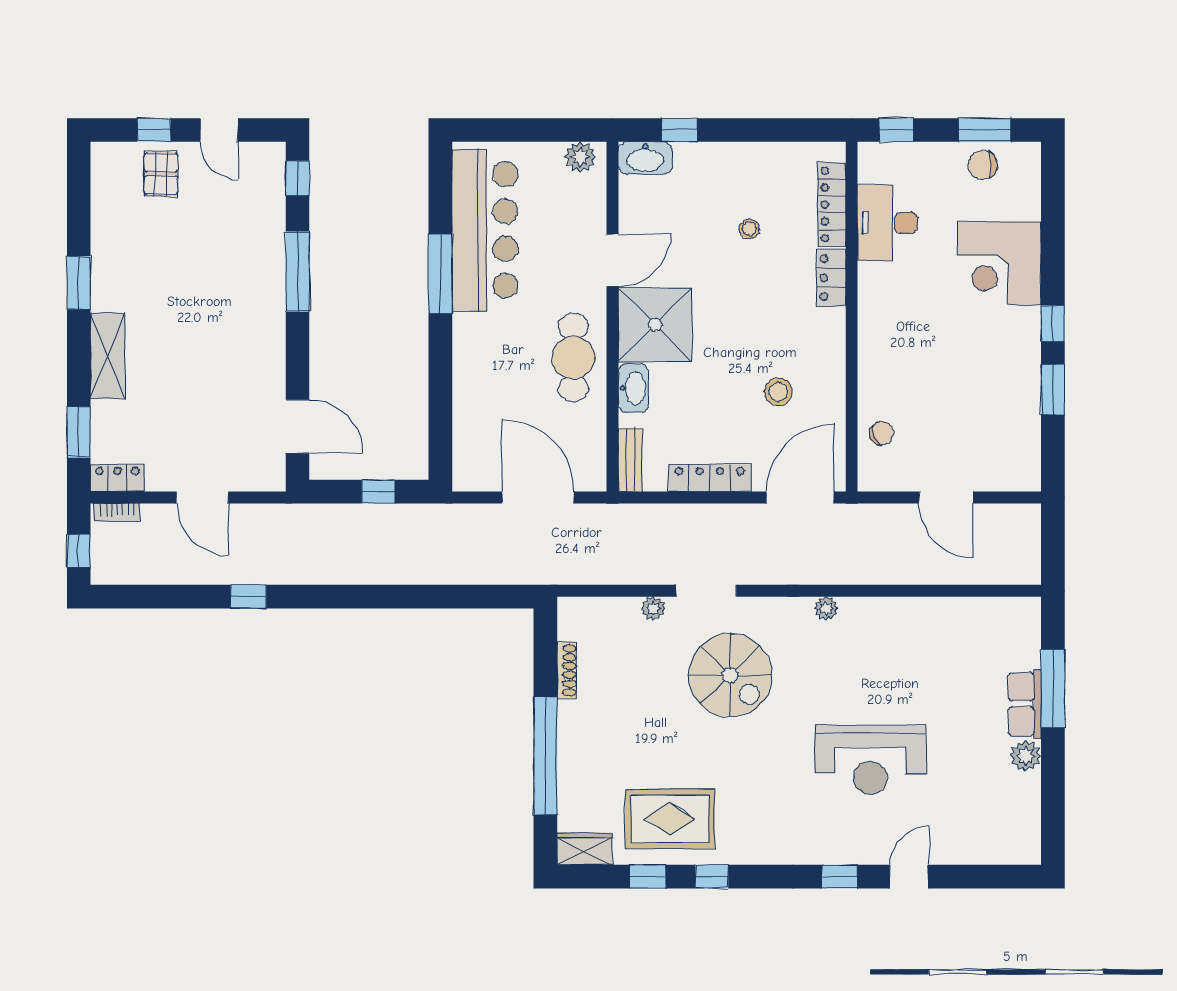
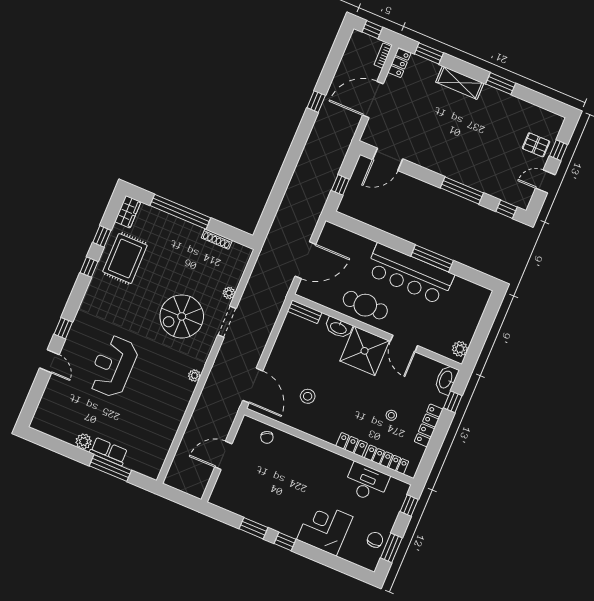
bar counter: (485, 230) -> (410, 274), moved
locker: (710, 478) -> (429, 425), moved, turned 180
door: (202, 497) -> (373, 99), width x1.36

